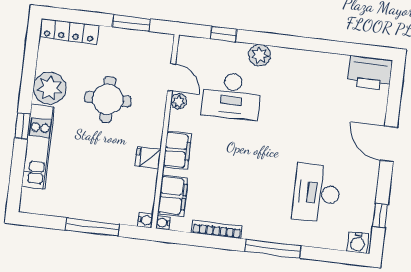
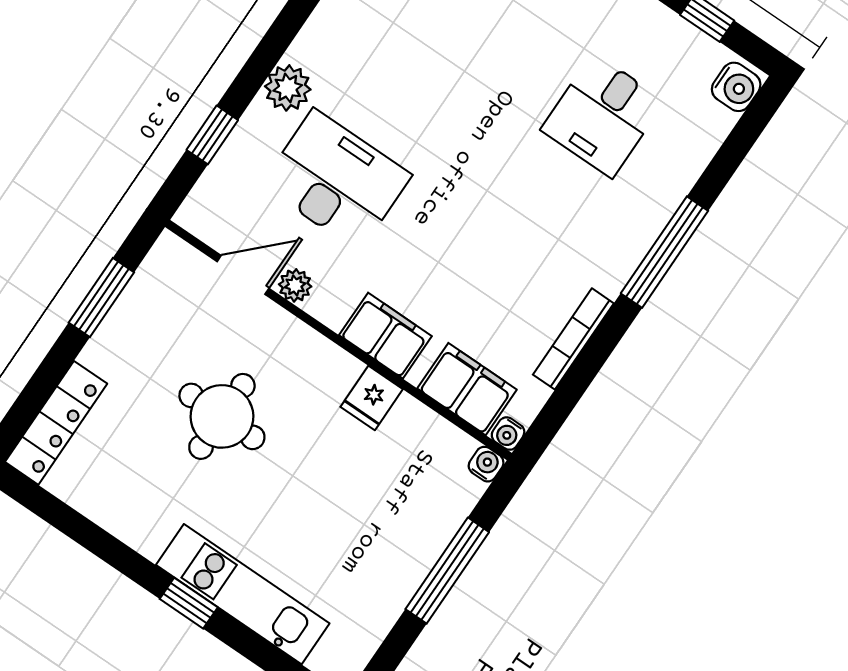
plant: (49, 88) -> (144, 515), removed
desk: (232, 96) -> (336, 180), turned -90
desk: (317, 193) -> (603, 115), width x0.73

